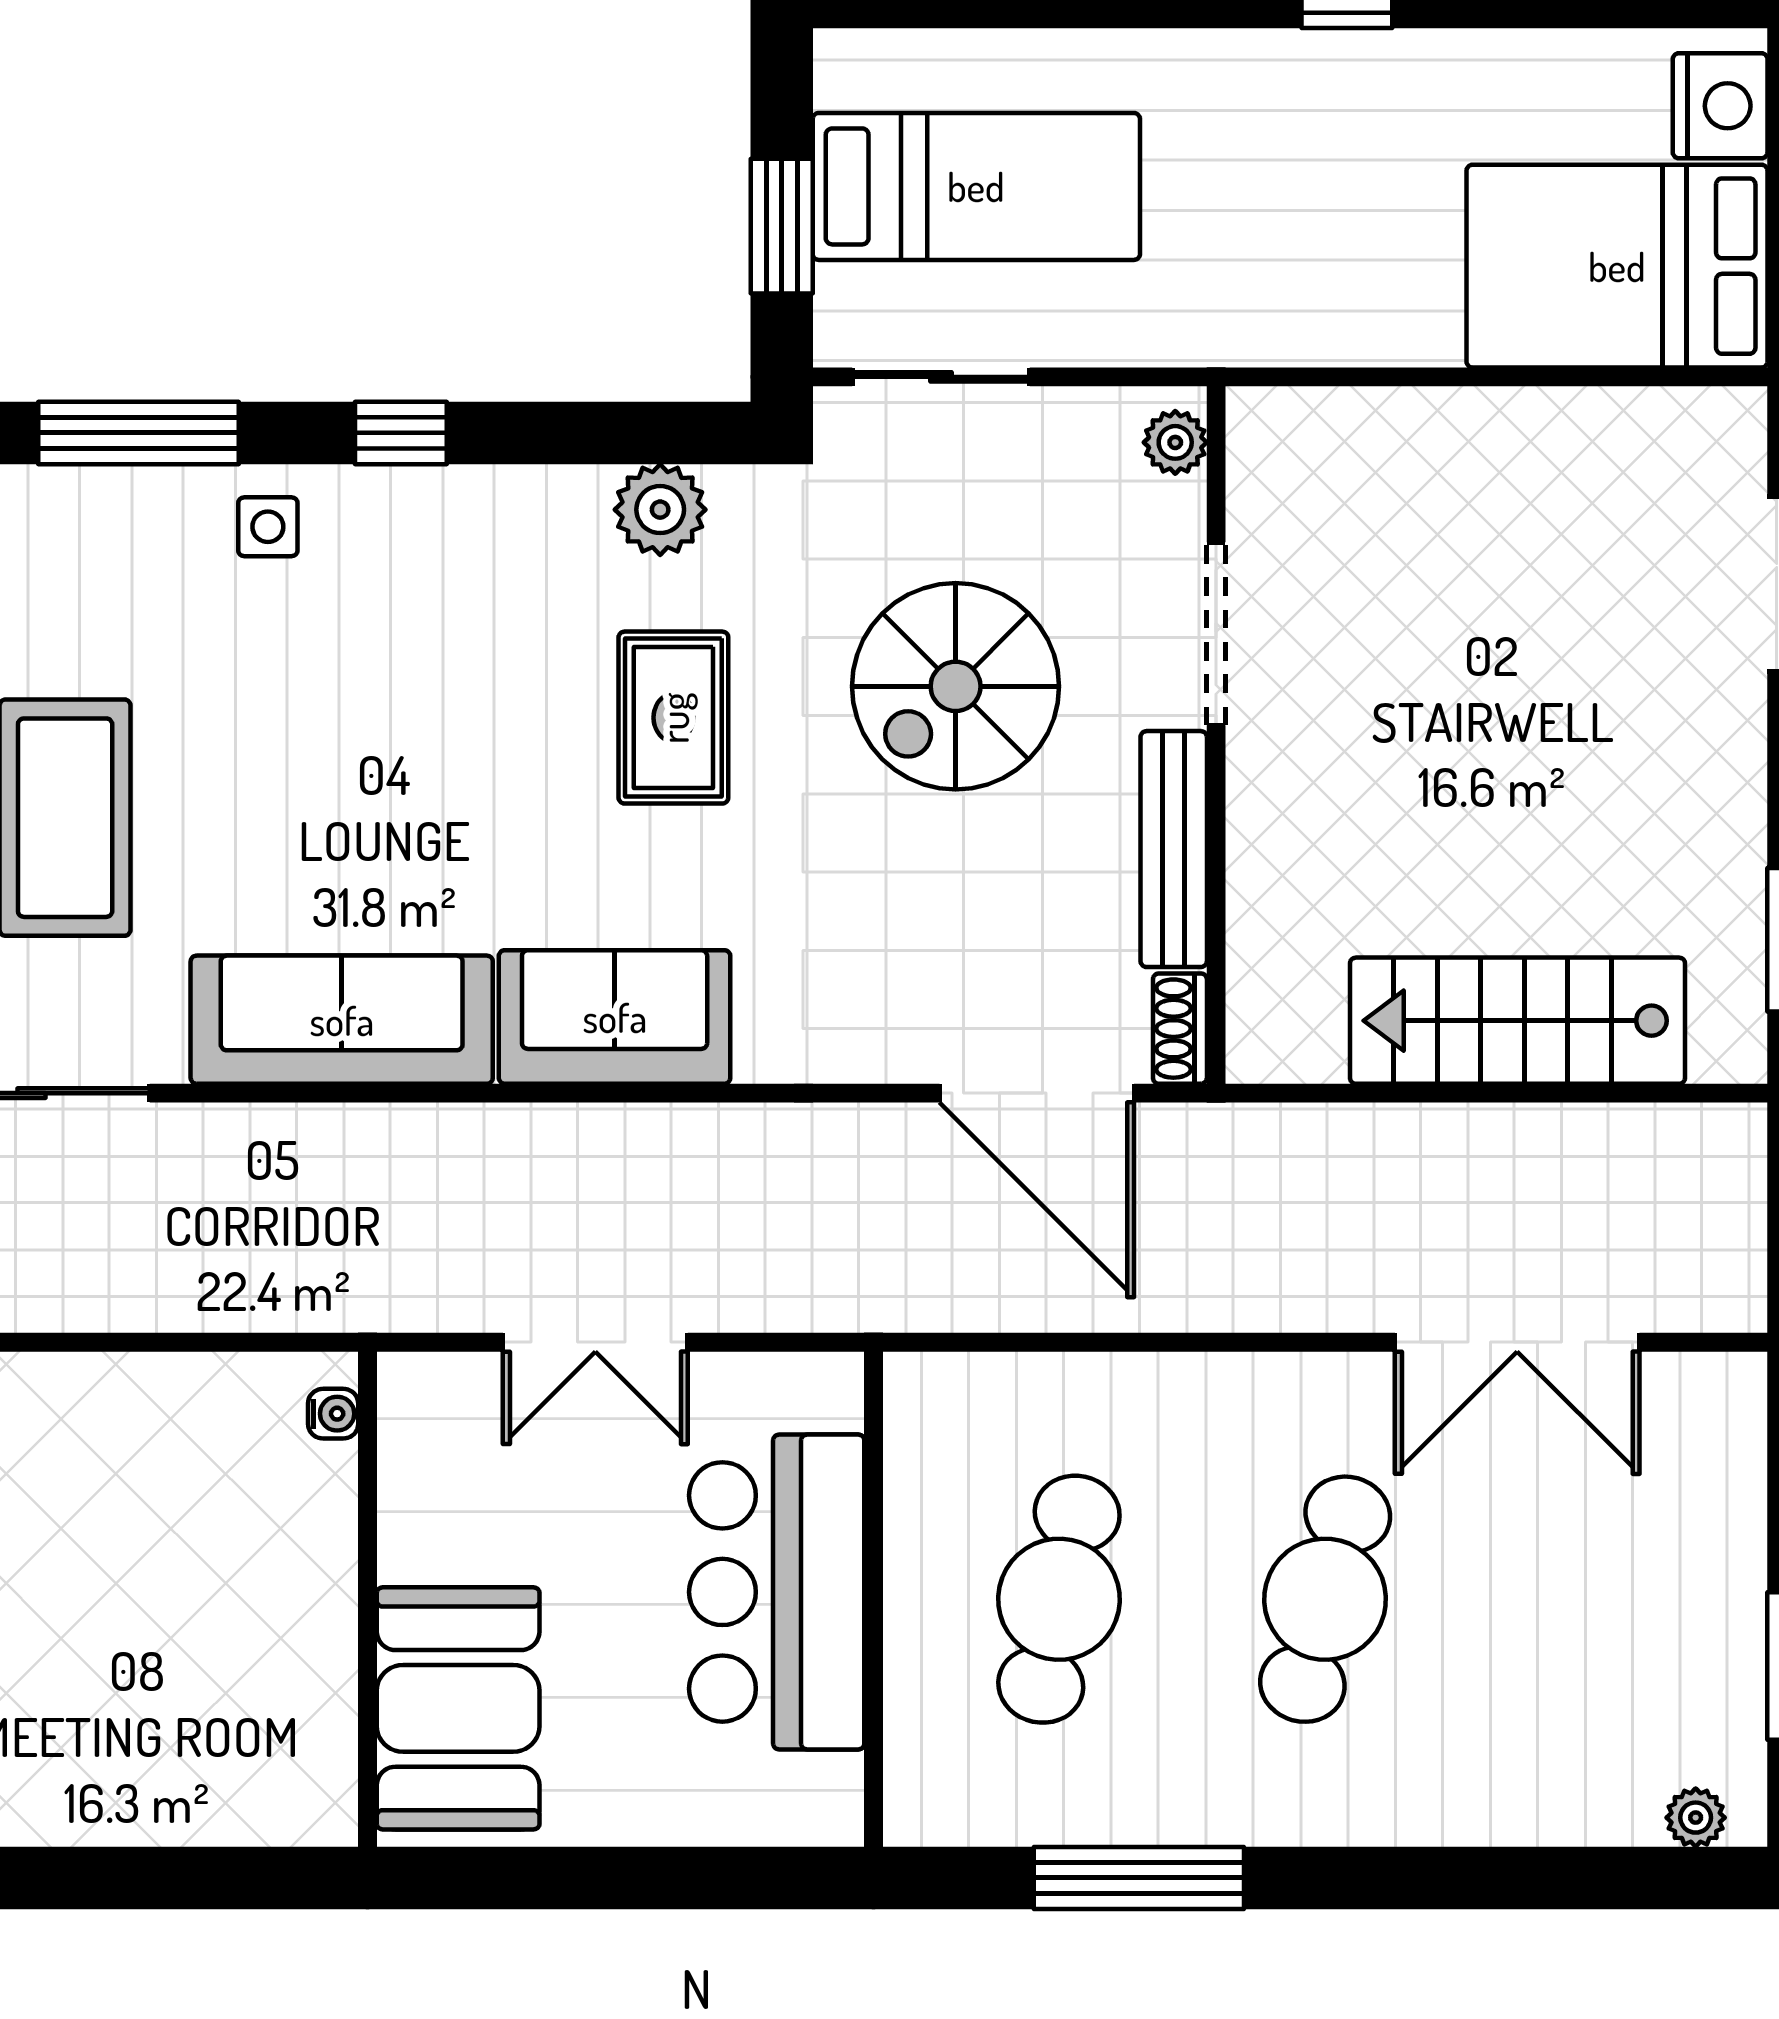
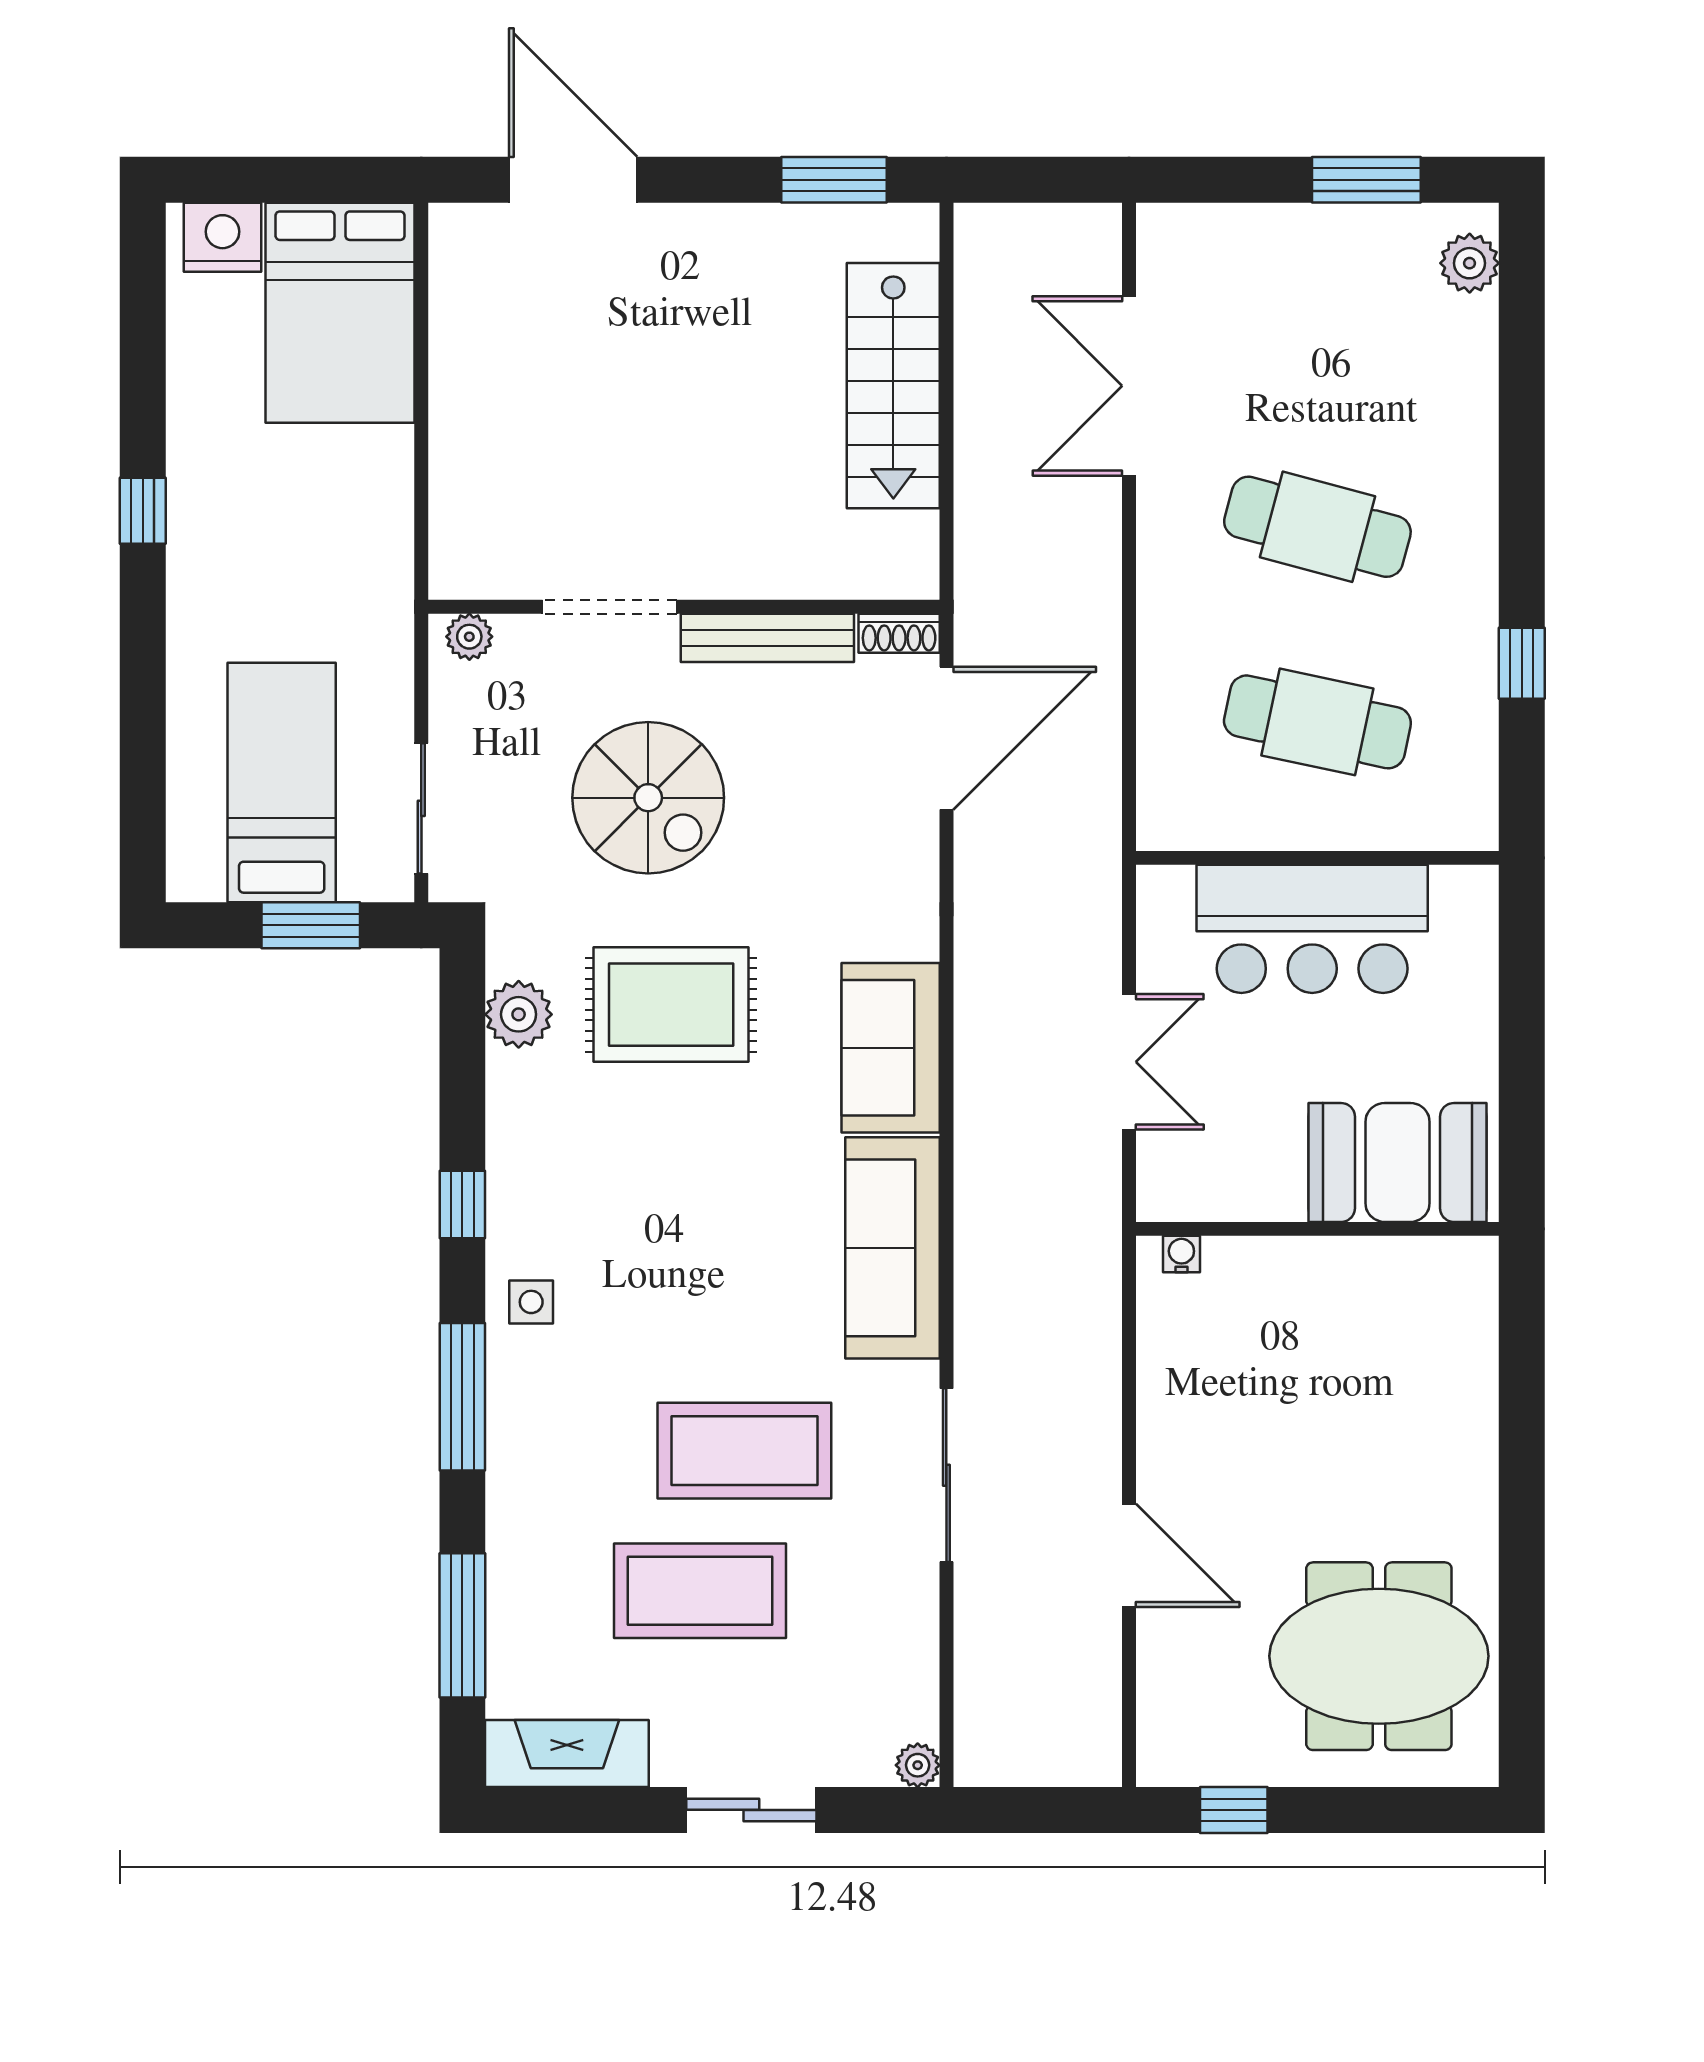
rug: (673, 718) -> (671, 1005), width x1.36, depth x1.43
double door: (1517, 1342) -> (1129, 386), swing flipped
plant: (1696, 1818) -> (1470, 263), width x1.38, depth x1.38
window: (1139, 1878) -> (1522, 663), width x0.46

